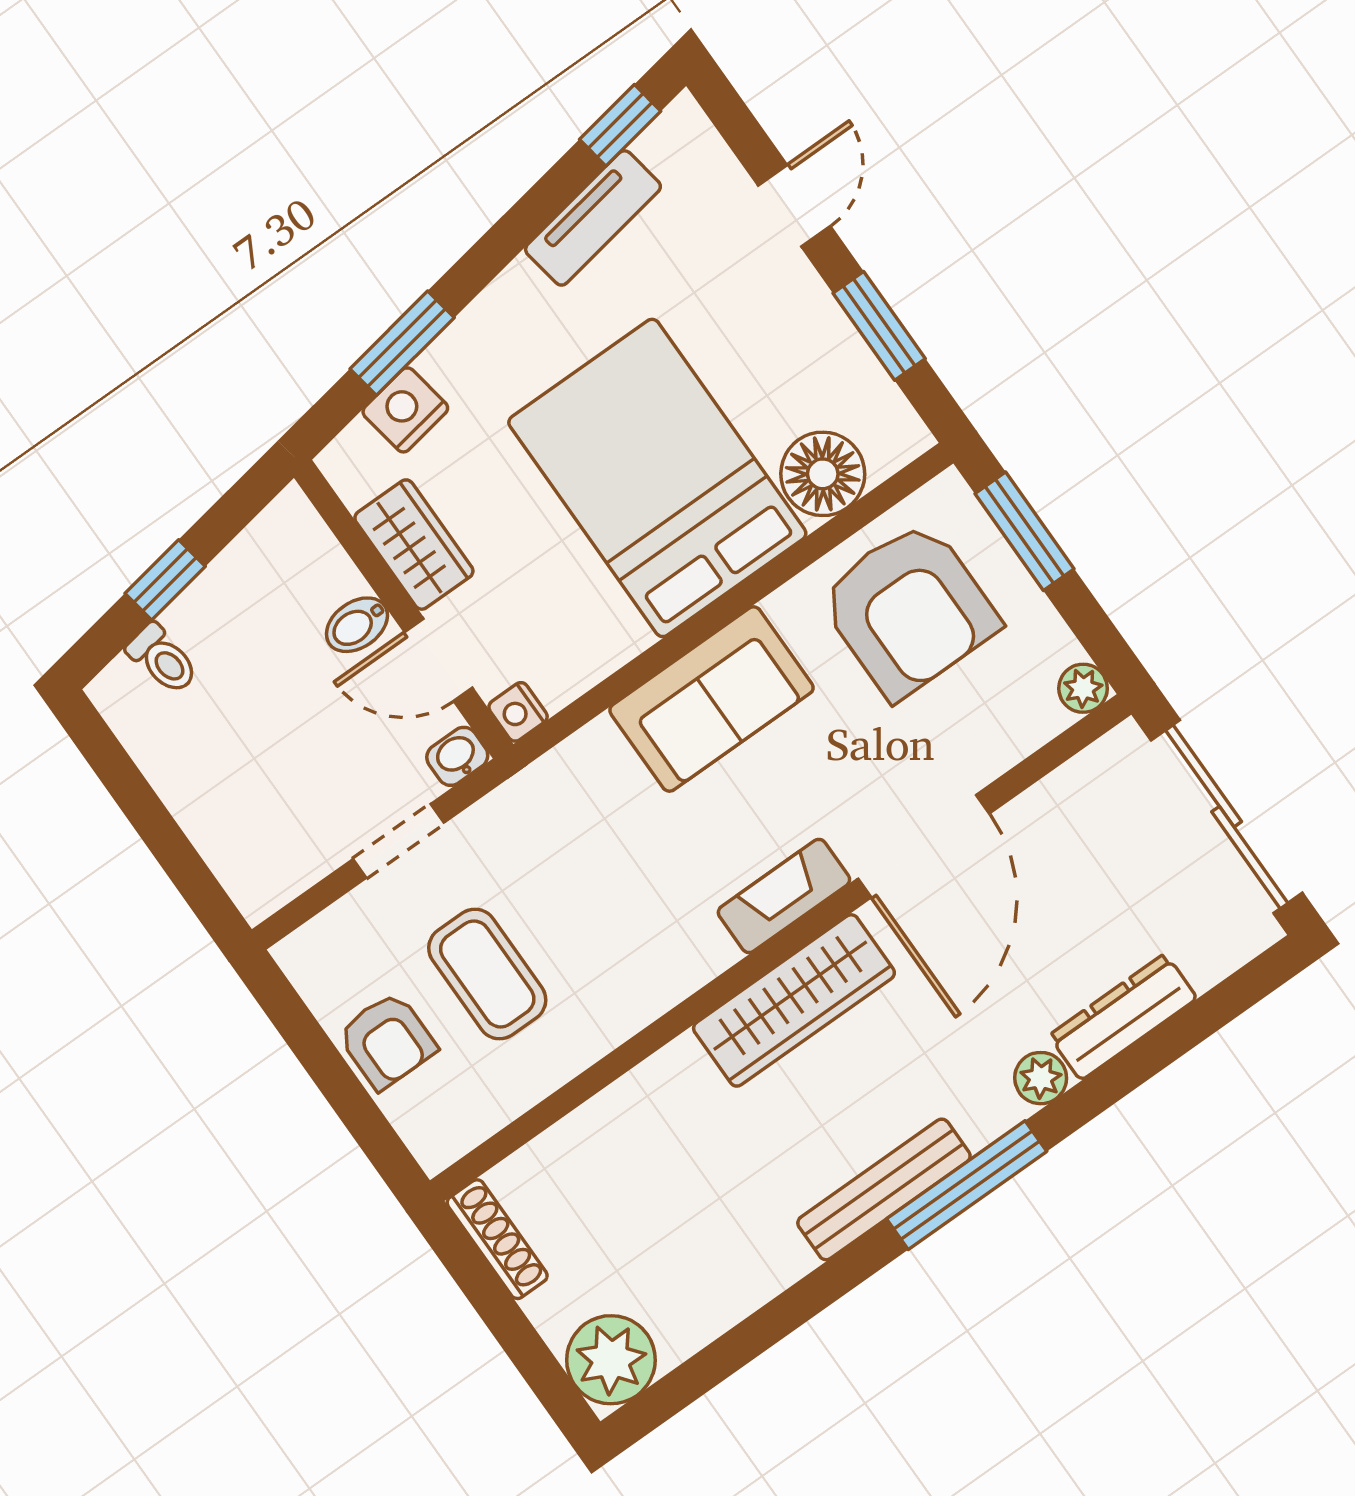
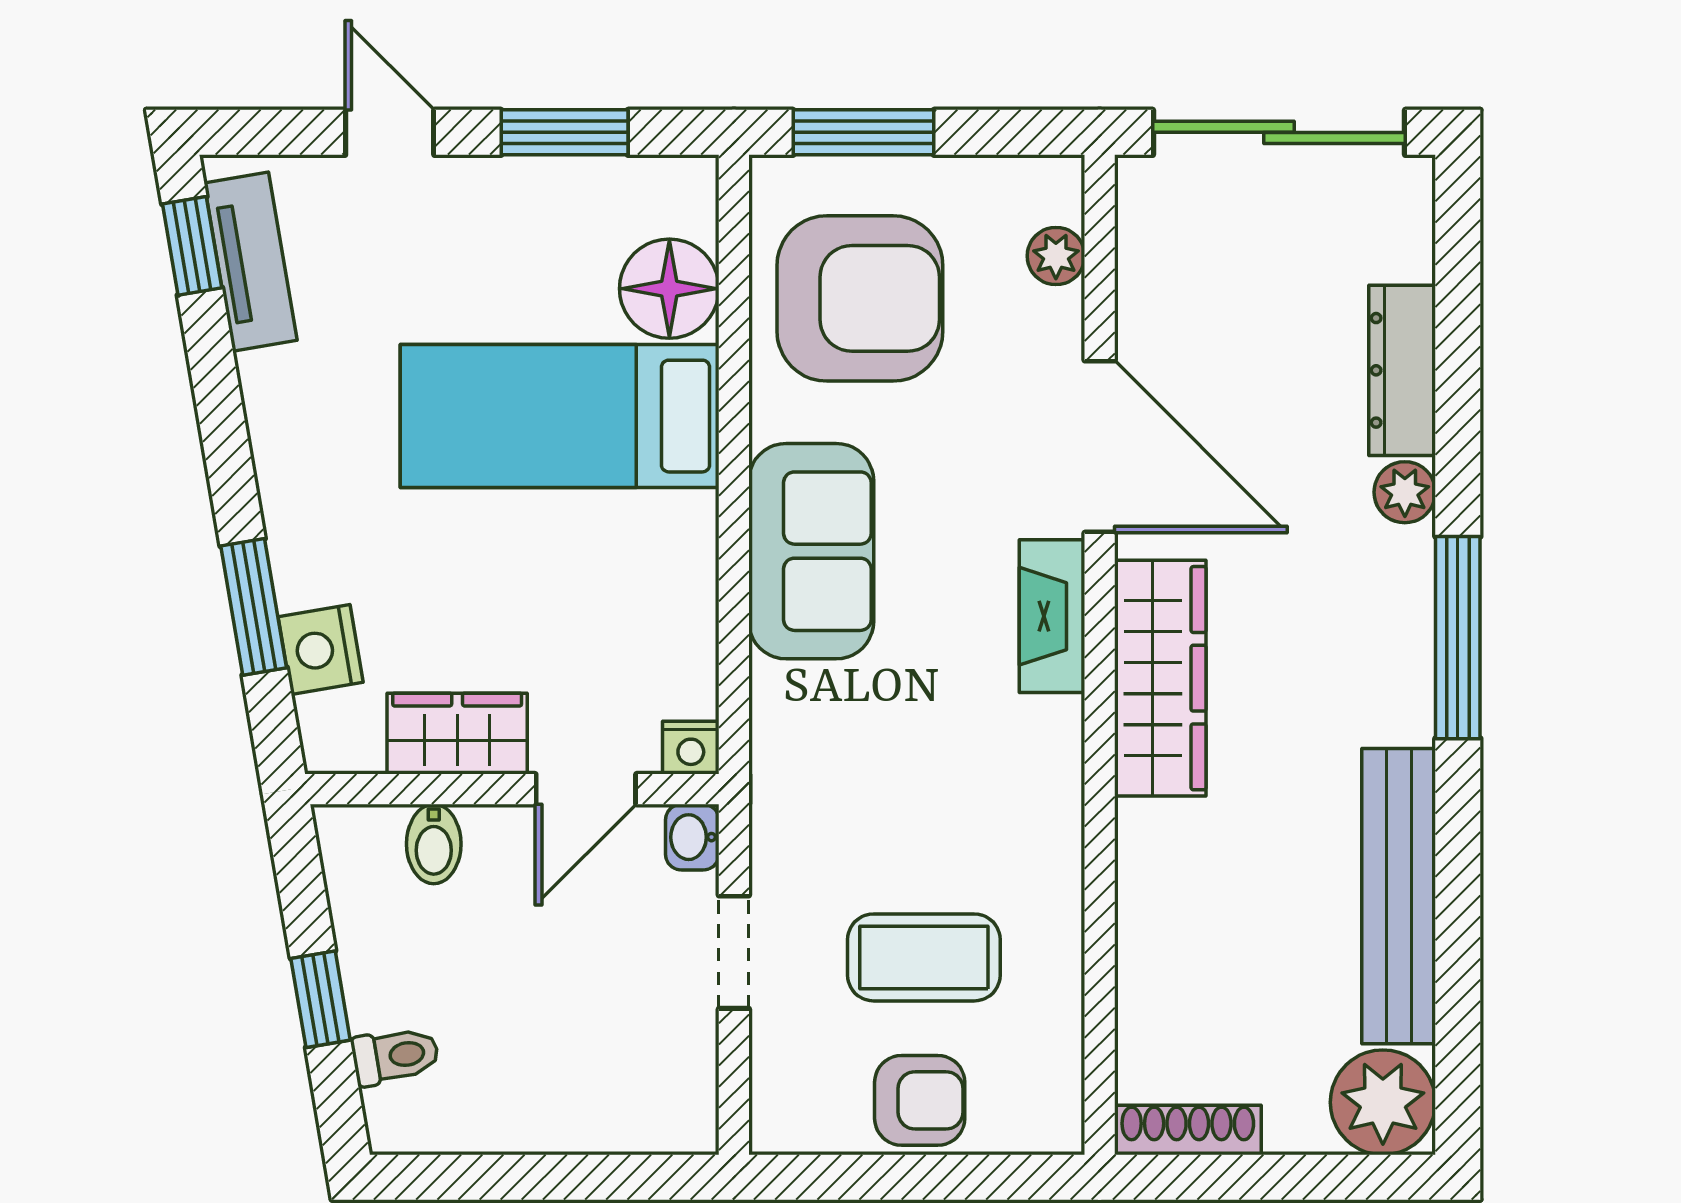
tv unit: (593, 218) -> (251, 262), moved
bed: (657, 478) -> (560, 416), width x0.67
bidet: (357, 625) -> (434, 844), moved
plant: (1083, 688) -> (1056, 256), moved
bench: (884, 1189) -> (1399, 896), moved, width x1.37, depth x1.21

